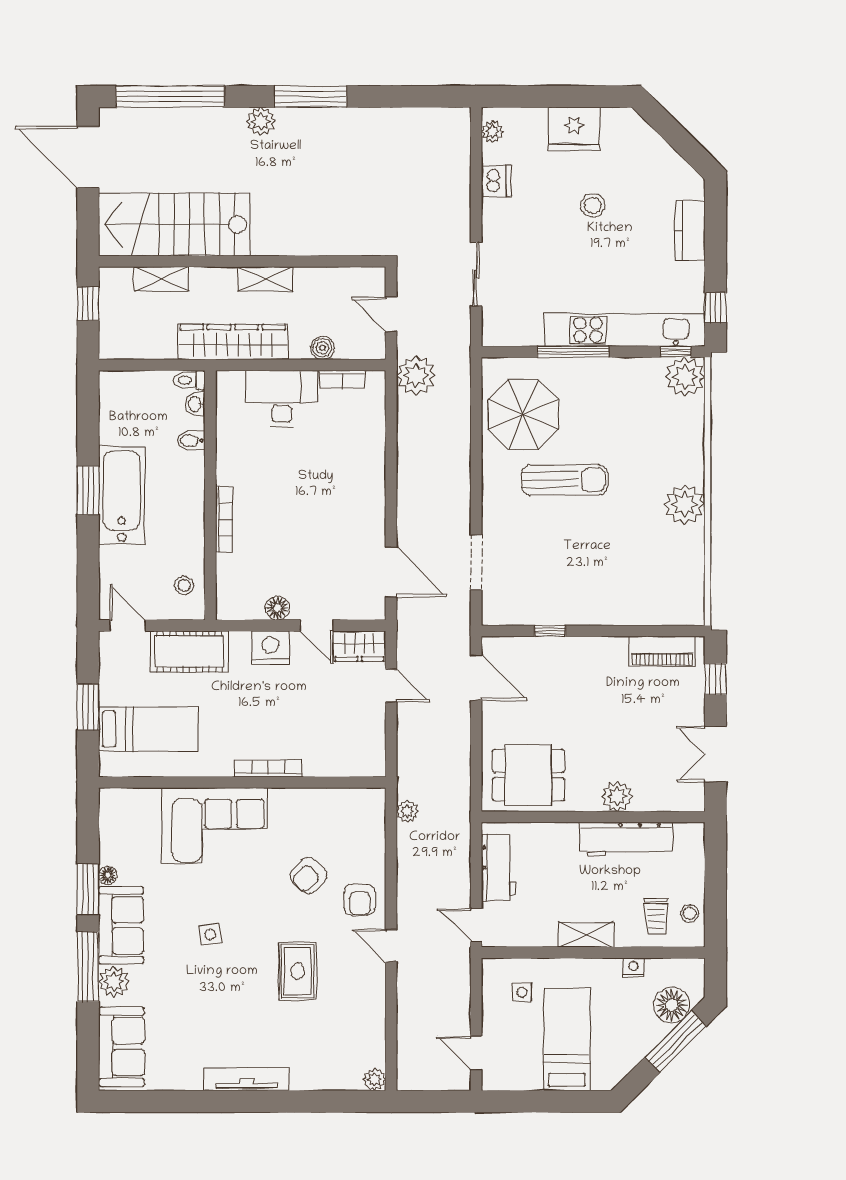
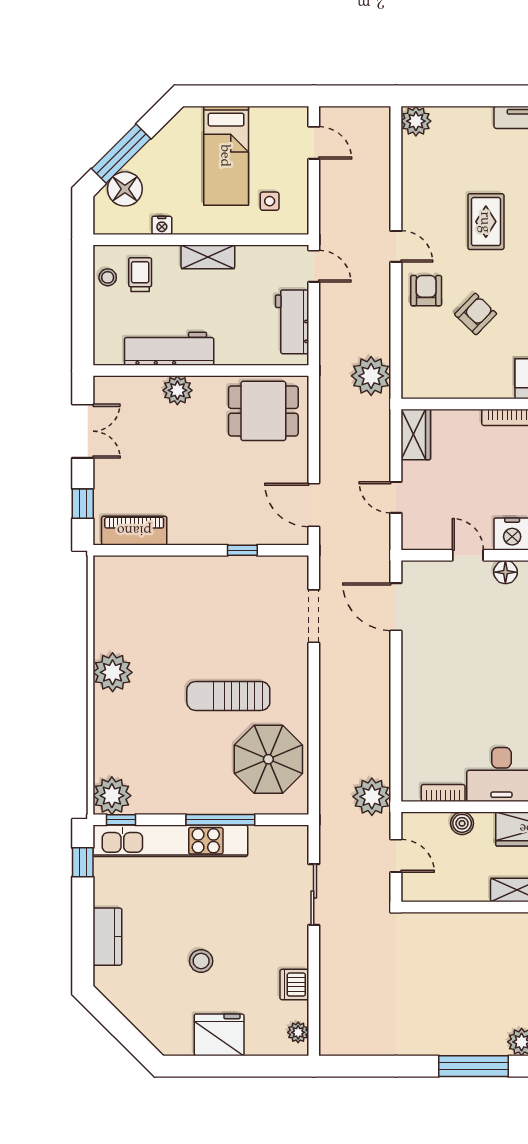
wardrobe: (359, 646) -> (416, 434), moved, turned 90
plant: (407, 811) -> (371, 376), width x1.88, depth x1.88
plant: (374, 1079) -> (416, 121), width x1.38, depth x1.38

